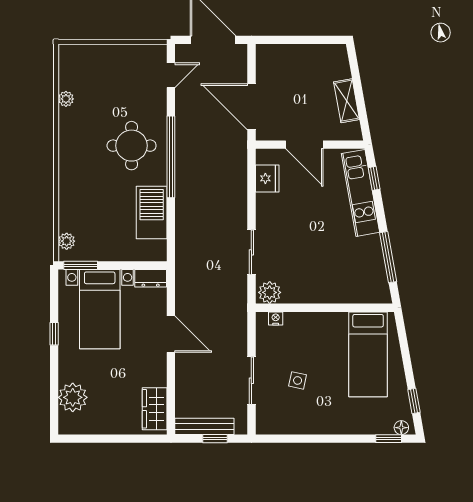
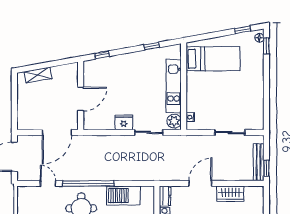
door: (171, 75) -> (48, 183), moved
shelving: (347, 101) -> (38, 75), moved
fridge: (267, 178) -> (124, 123), moved
kitchen unit: (360, 193) -> (174, 86), moved, turned 100
window: (388, 257) -> (152, 46), width x0.46
side table: (298, 380) -> (230, 103), removed
wardrobe: (155, 409) -> (230, 194), moved
window: (215, 439) -> (266, 168), moved

